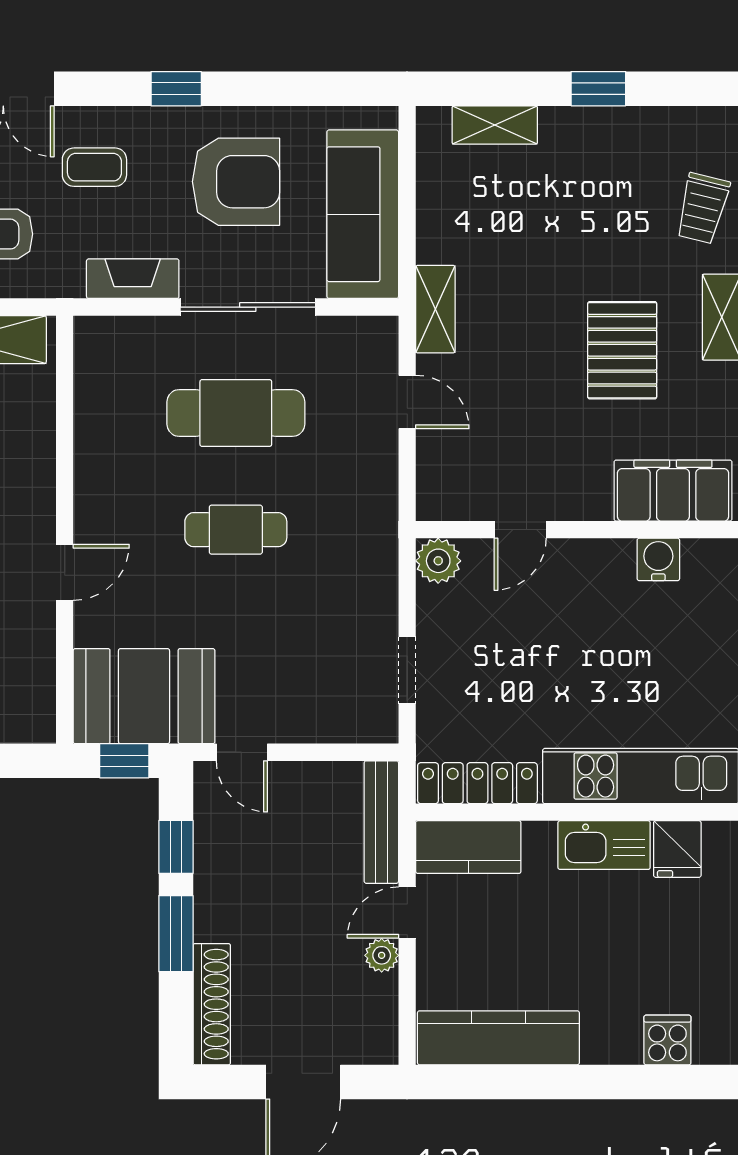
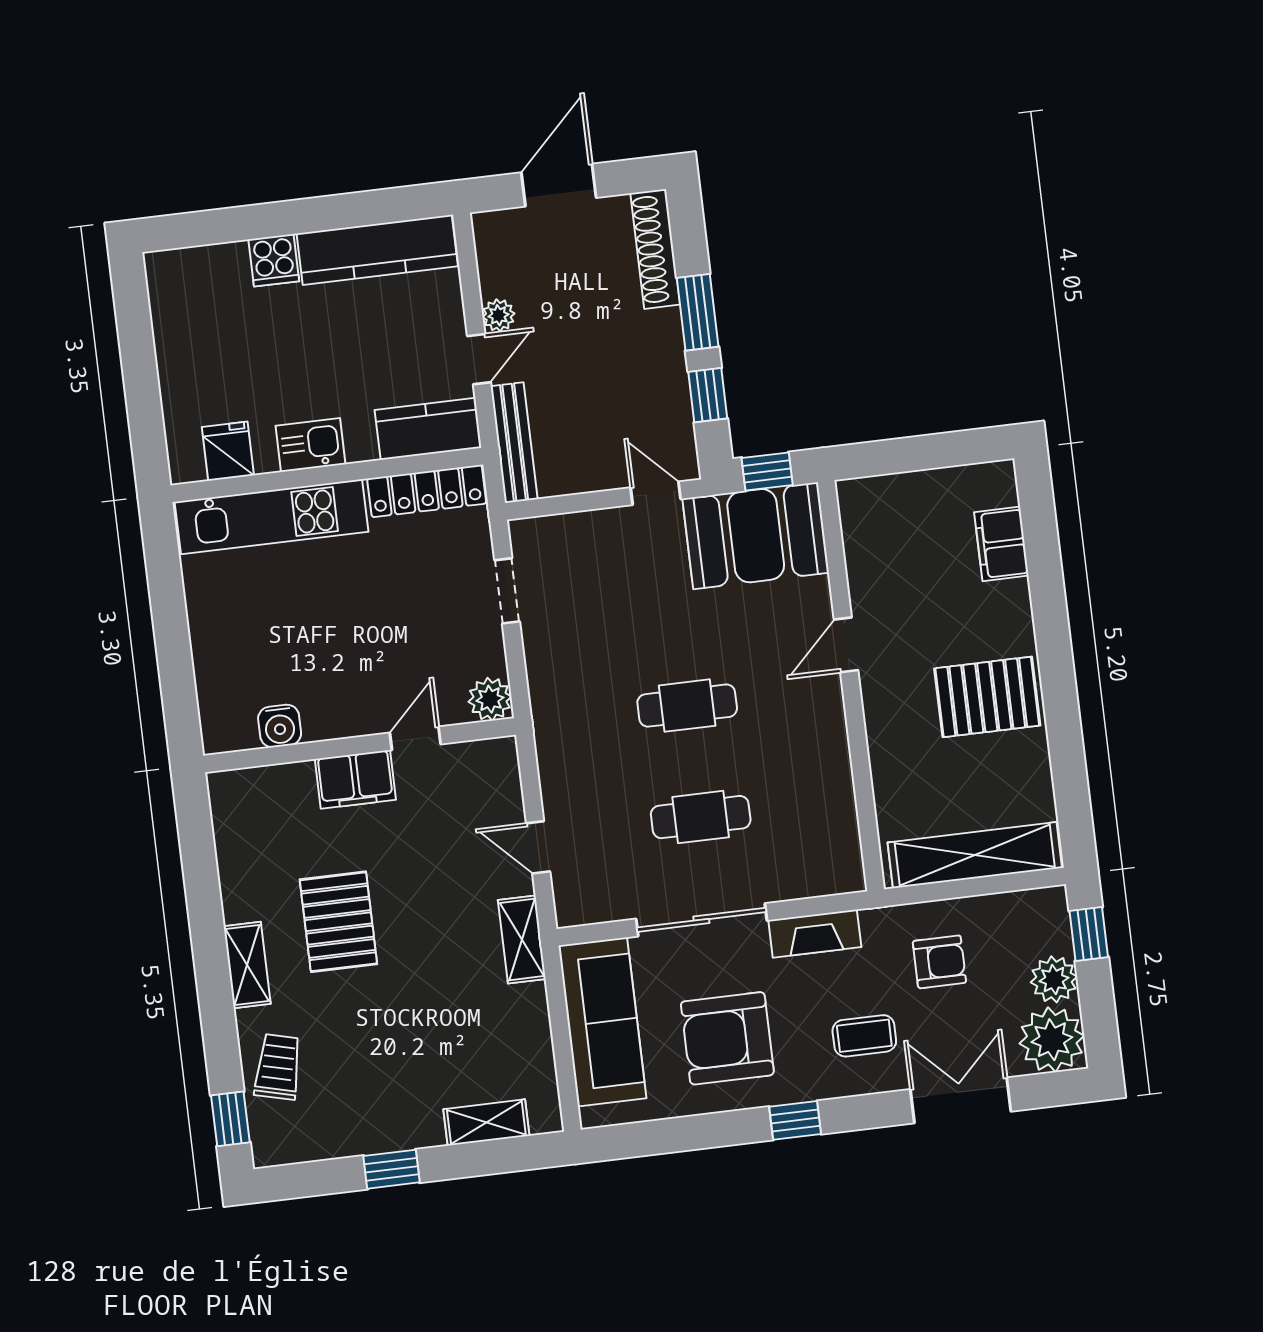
cafe table: (236, 413) -> (701, 817), width x0.73, depth x0.74
filing cabinet: (673, 491) -> (355, 779), moved, width x0.67, depth x0.86
kitchen sink: (604, 845) -> (311, 445), width x0.73
cooker: (667, 1040) -> (274, 260), moved

